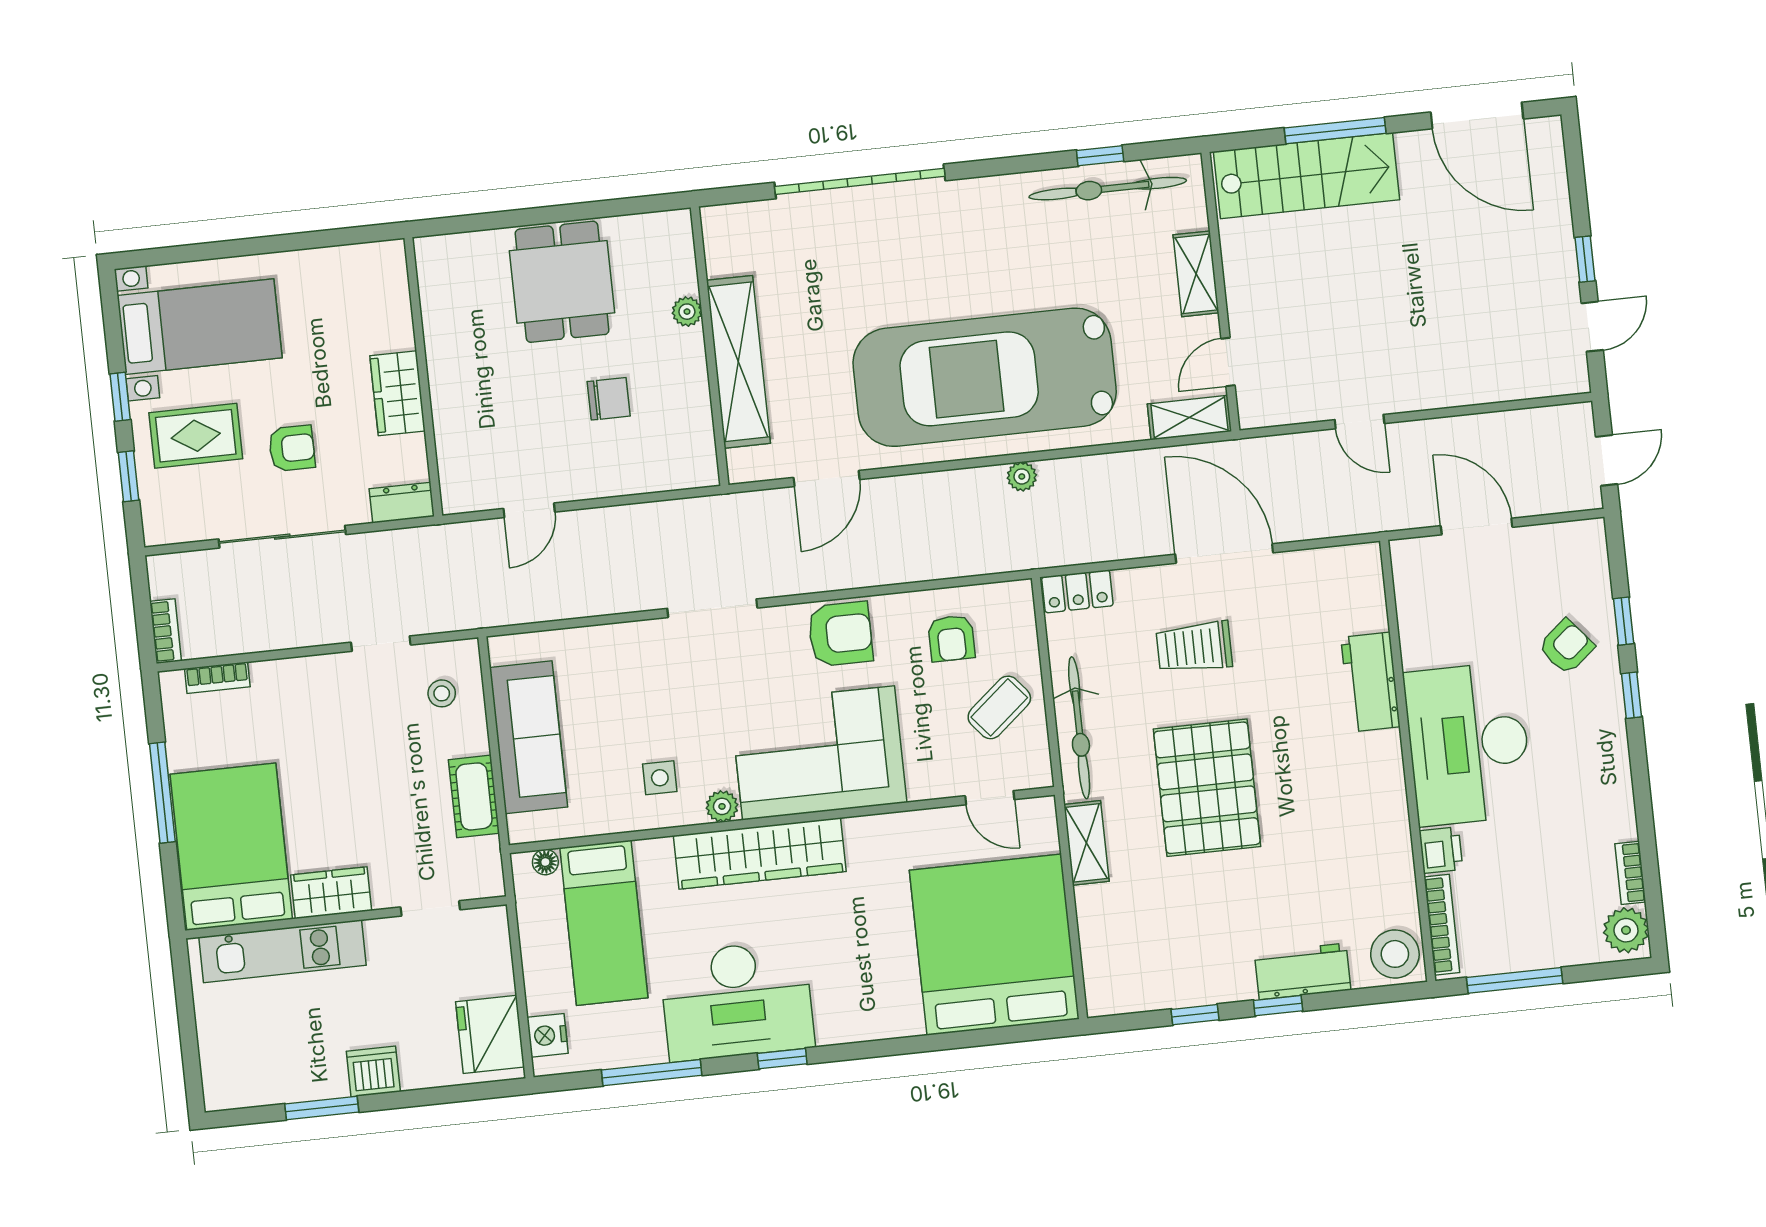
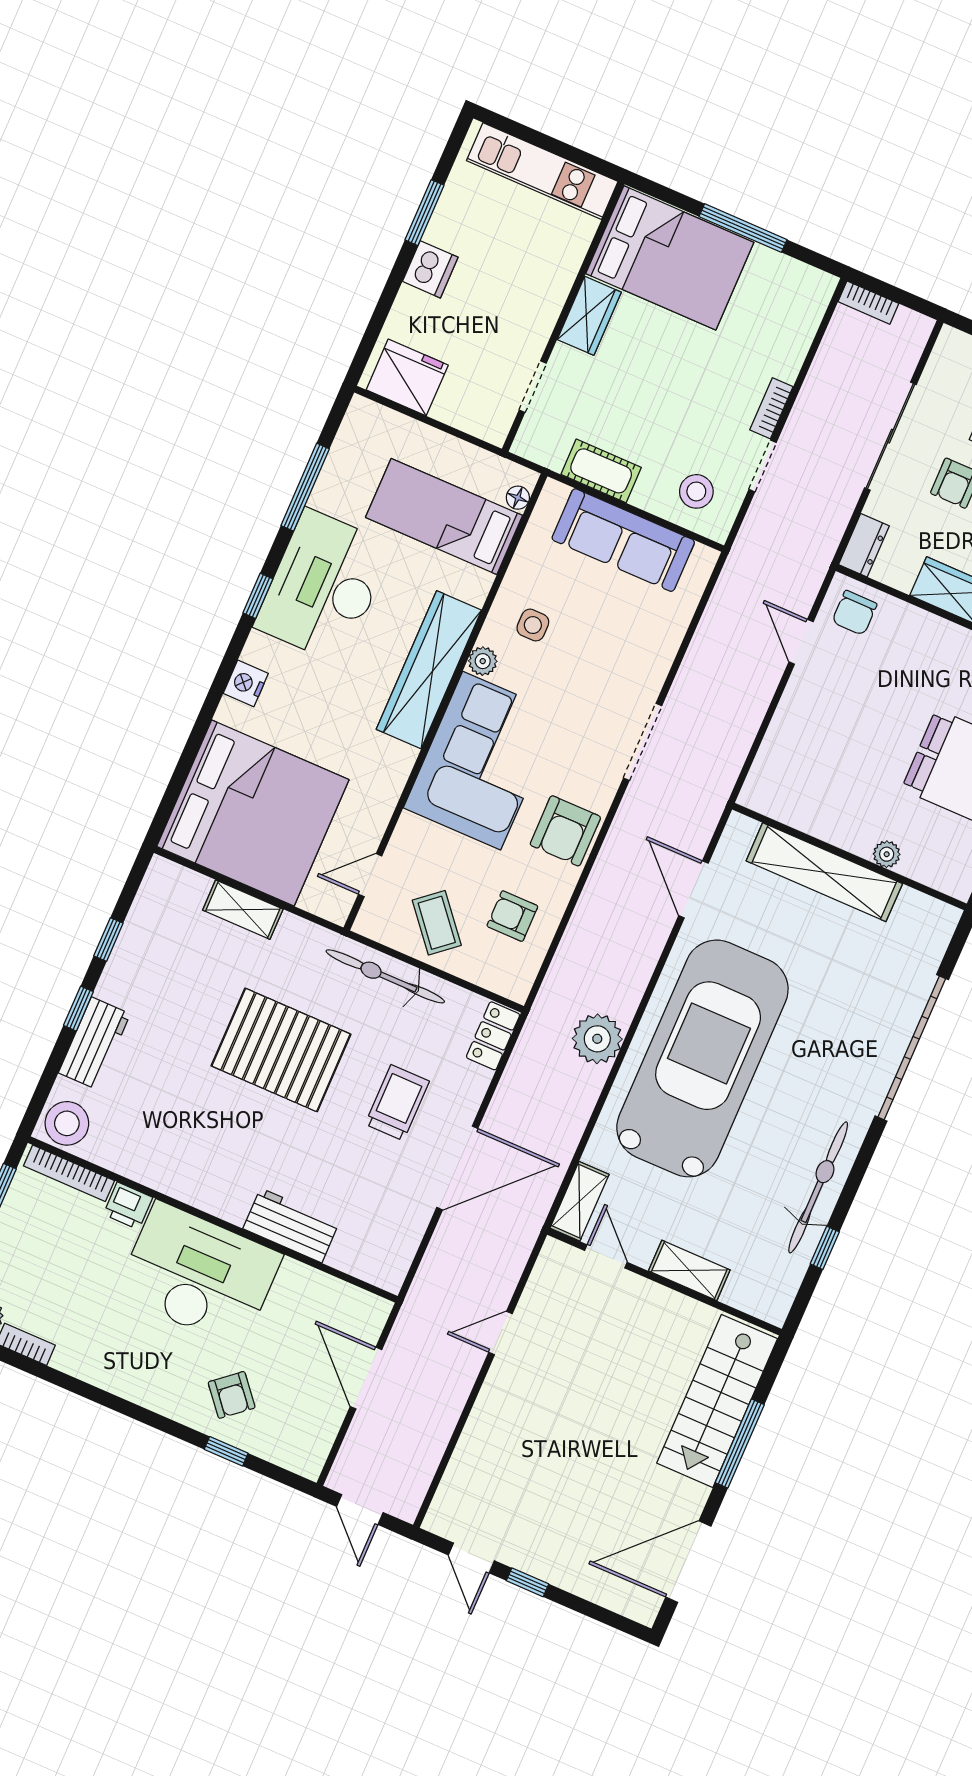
bicycle: (1108, 189) -> (818, 1187), moved
chair: (609, 399) -> (854, 613), moved
plant: (1022, 476) -> (597, 1039), width x1.88, depth x1.88
door: (1477, 527) -> (366, 1378), swing flipped
bookcase: (217, 678) -> (771, 408), moved
stool: (442, 693) -> (696, 491), width x1.37, depth x1.37
window: (1632, 695) -> (164, 1424), removed
shelving: (1086, 843) -> (243, 910), moved
kitchen unit: (283, 951) -> (542, 171), moved, turned -90
nightstand: (548, 1035) -> (246, 683), moved, turned -90

